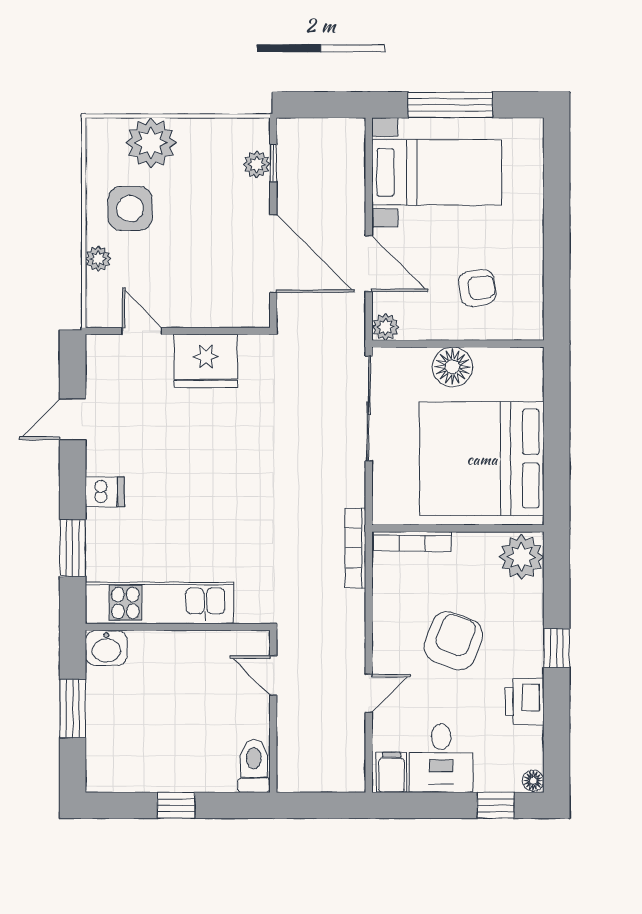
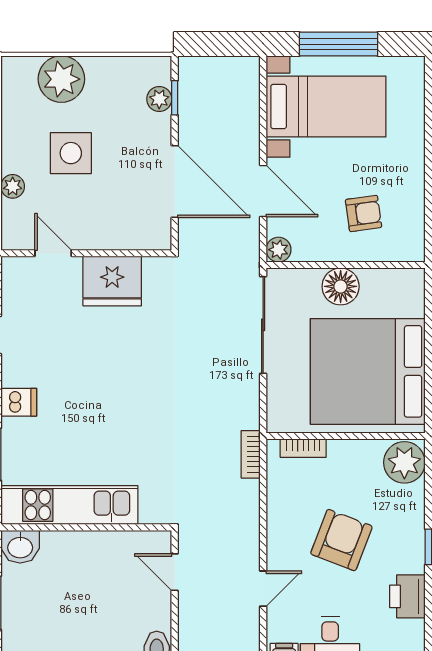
side table: (130, 208) -> (71, 153), moved
bookcase: (412, 541) -> (303, 448), width x0.64
bookcase: (355, 548) -> (251, 454), width x0.64

